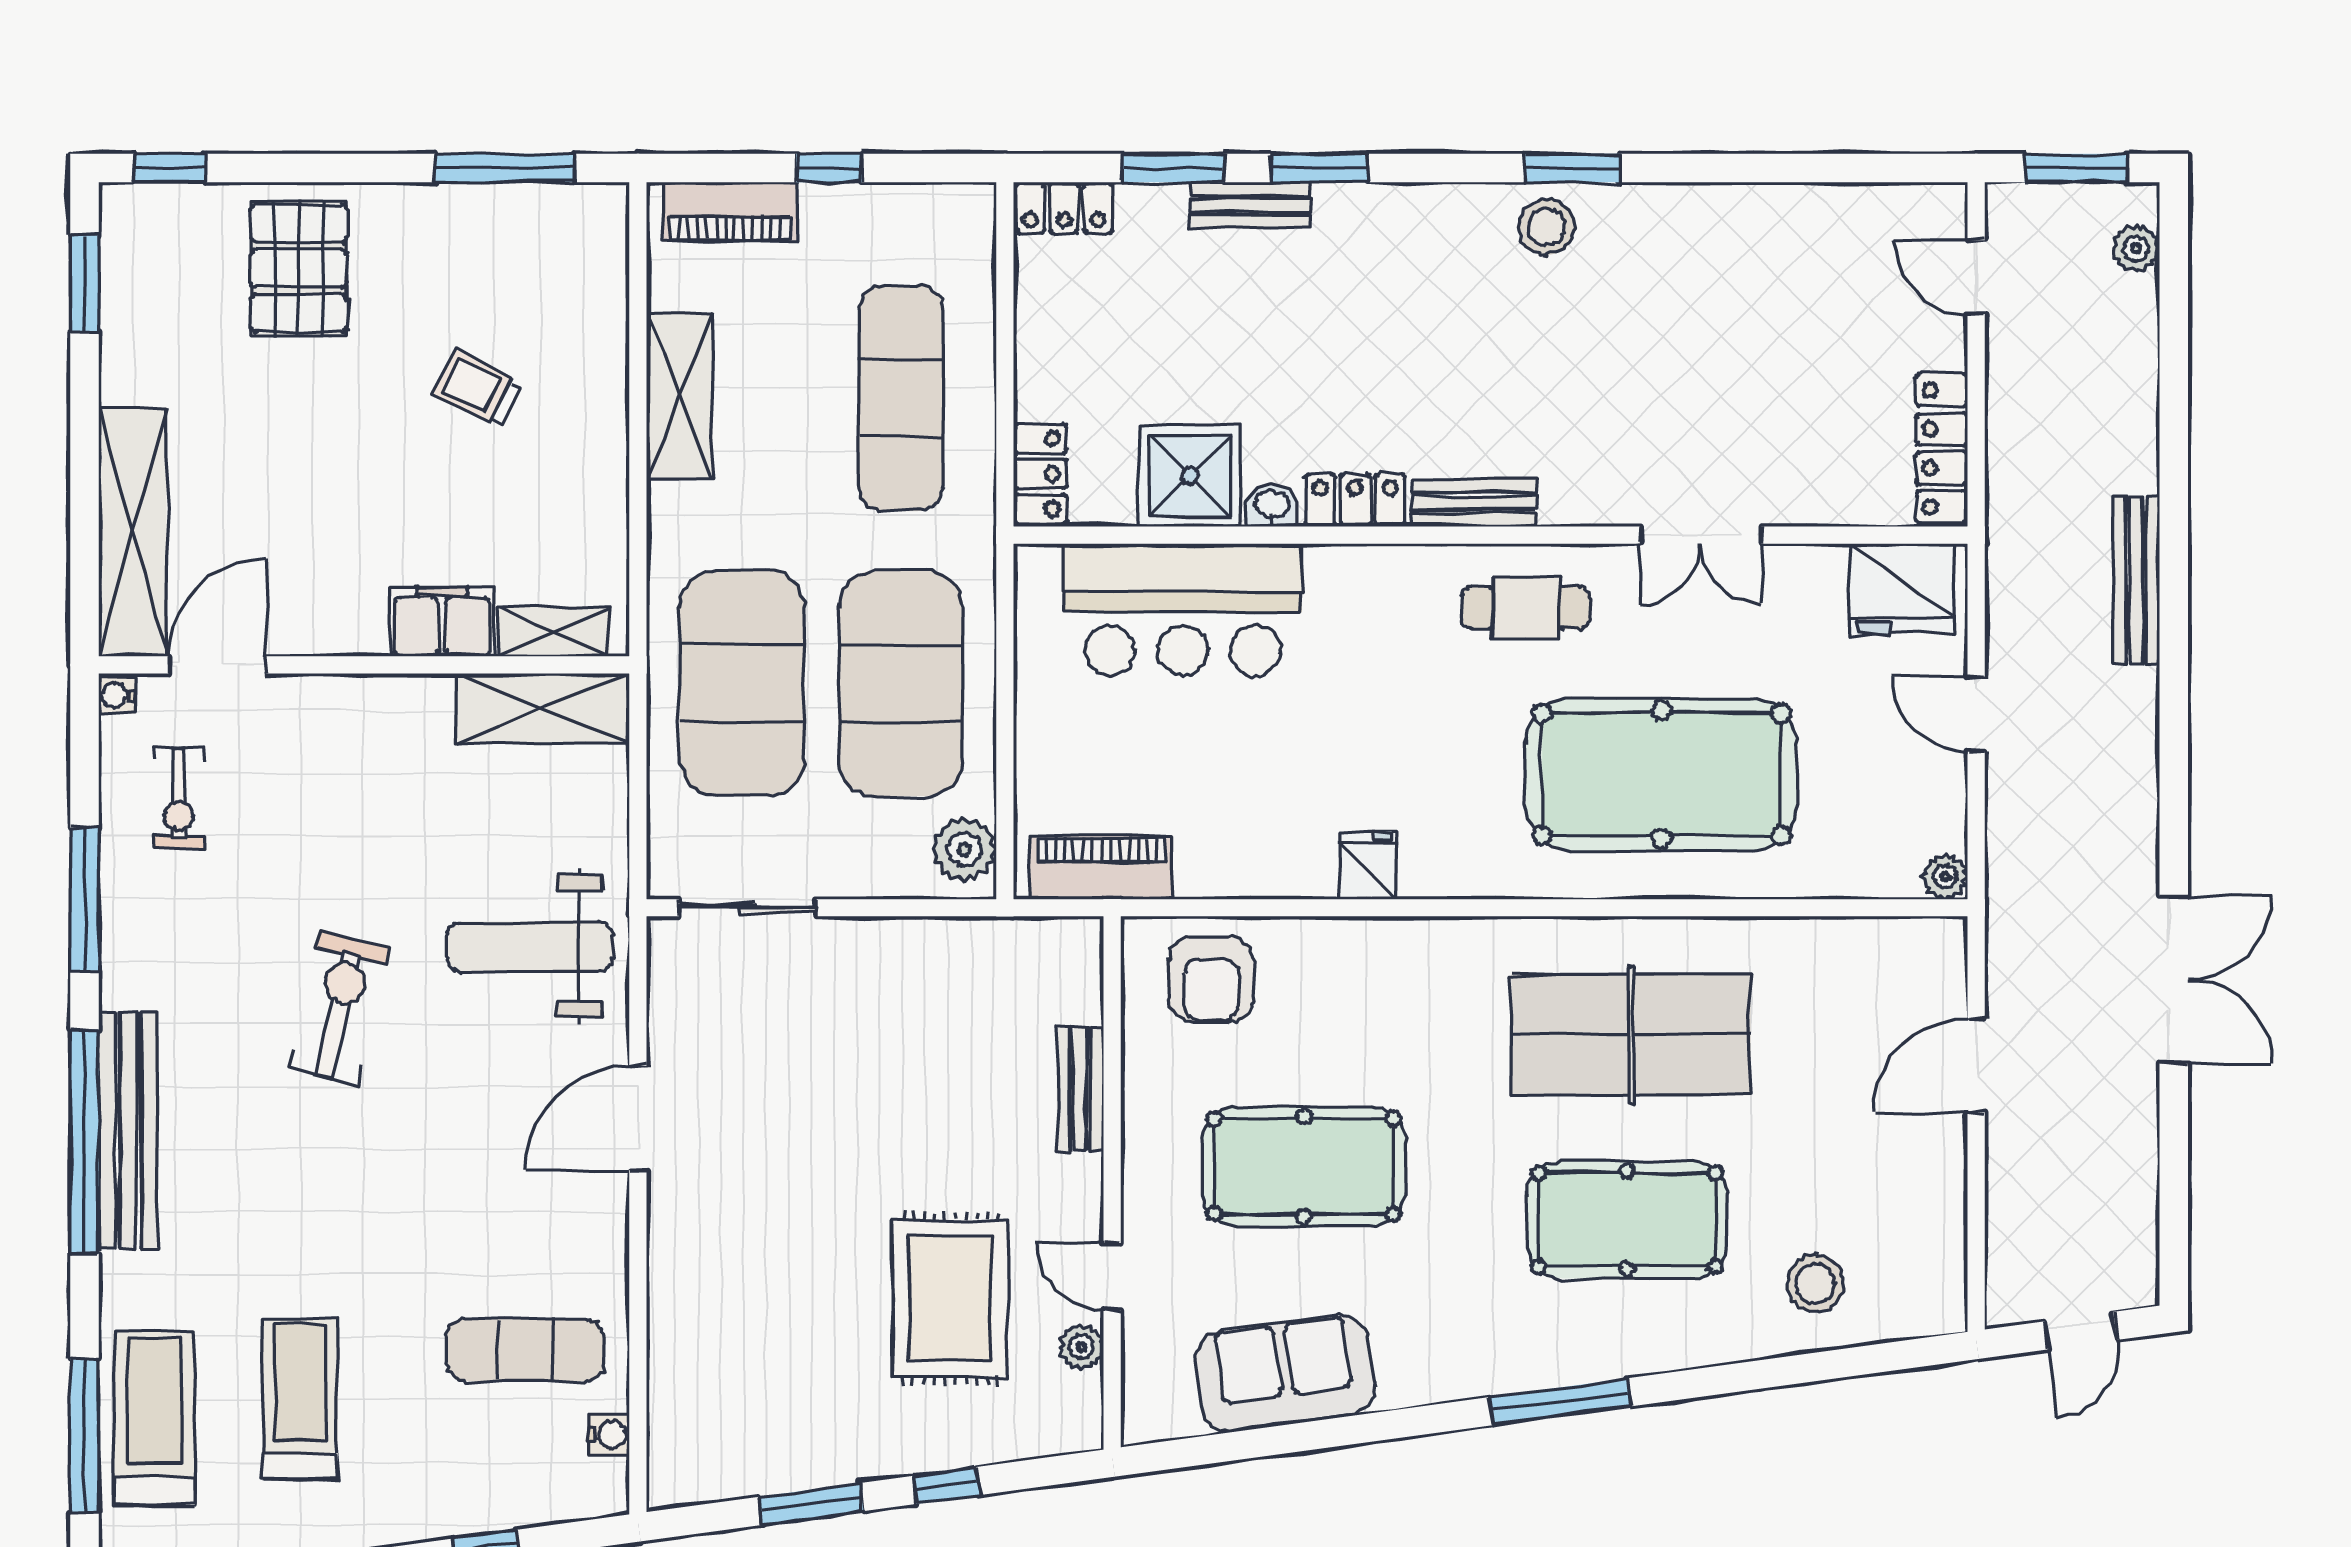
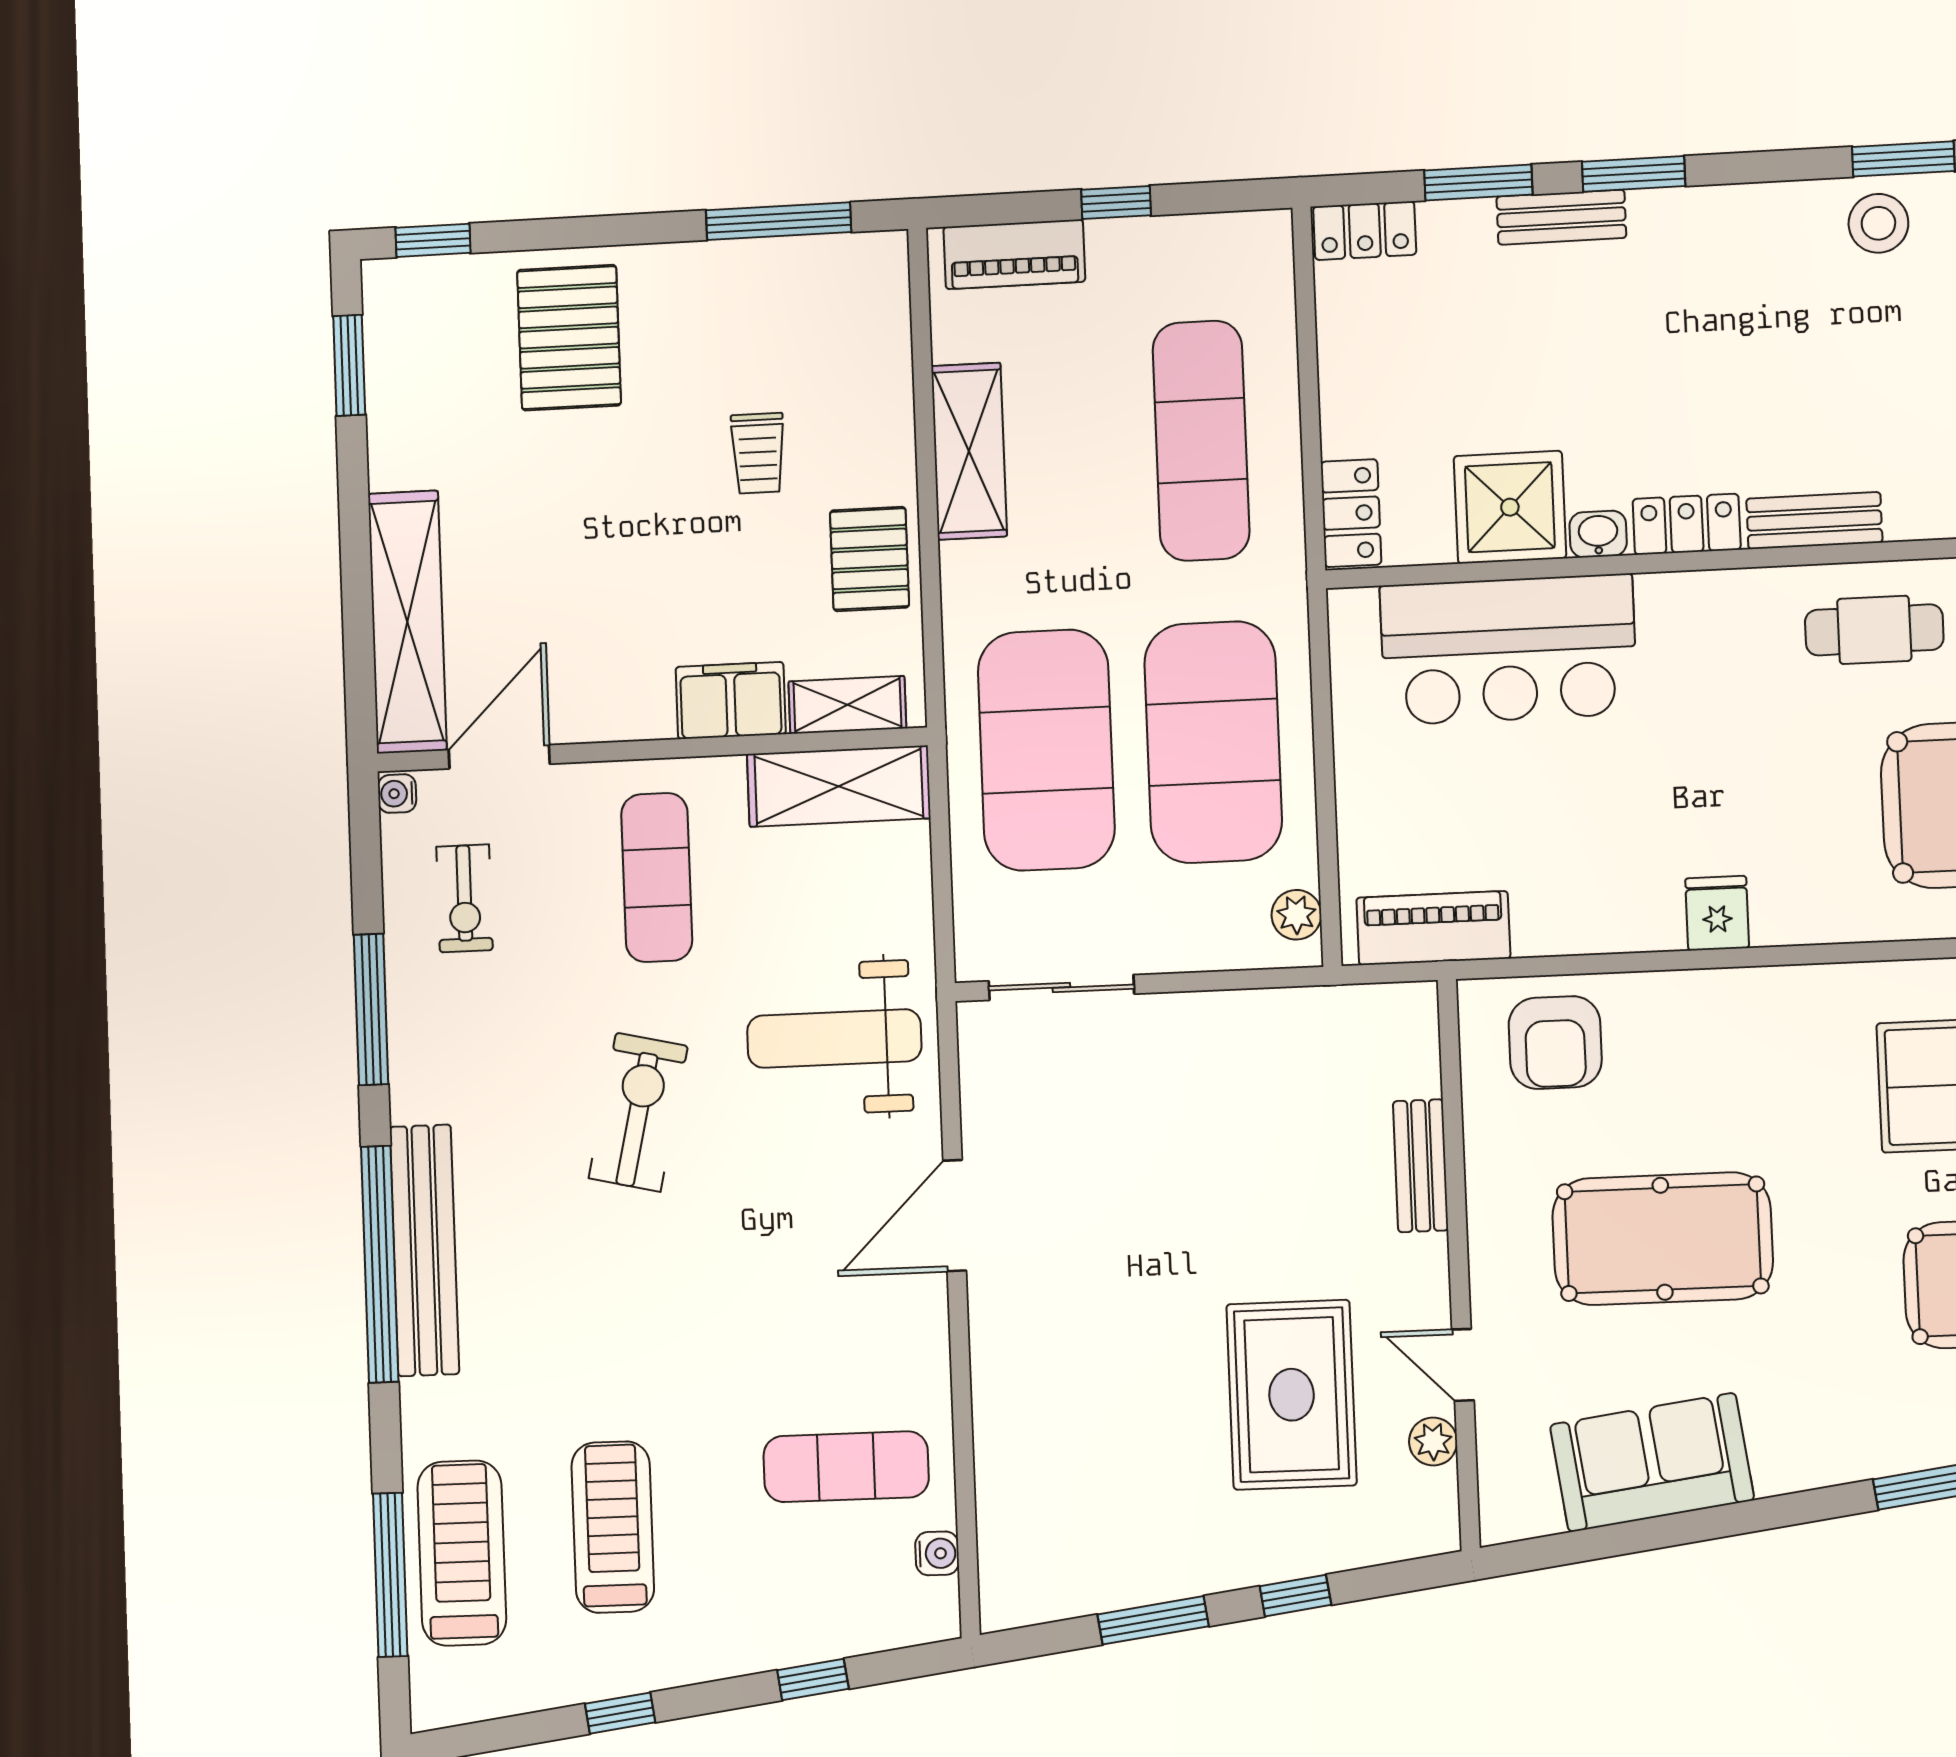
trolley: (477, 388) -> (758, 453), turned -117
pallet: (580, 494) -> (870, 559), added
exercise mat: (365, 787) -> (657, 877), added
plant: (964, 849) -> (1296, 915), width x0.73, depth x0.73

